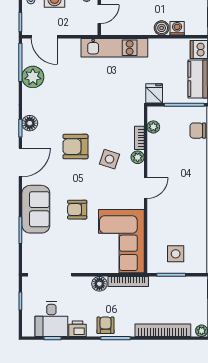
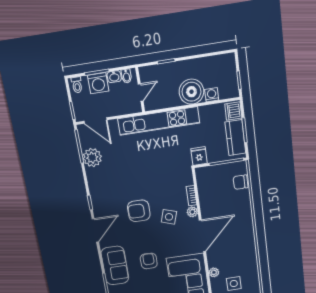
boiler: (162, 28) -> (191, 92), width x1.86, depth x1.86
kitchen unit: (114, 48) -> (159, 121), width x1.36
floor lamp: (30, 123) -> (97, 197), removed
plant: (153, 127) -> (214, 272), moved
door: (146, 188) -> (202, 236), width x1.88
armchair: (77, 210) -> (149, 261), turned 90

